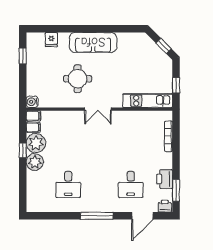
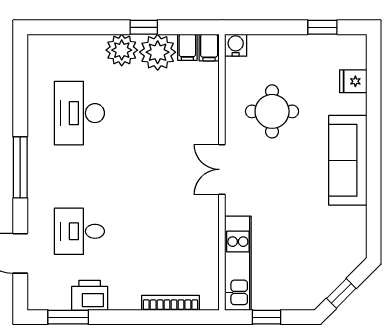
round table: (78, 79) -> (272, 111), moved
desk: (68, 184) -> (79, 113), width x1.37
printer: (165, 206) -> (38, 296), removed

